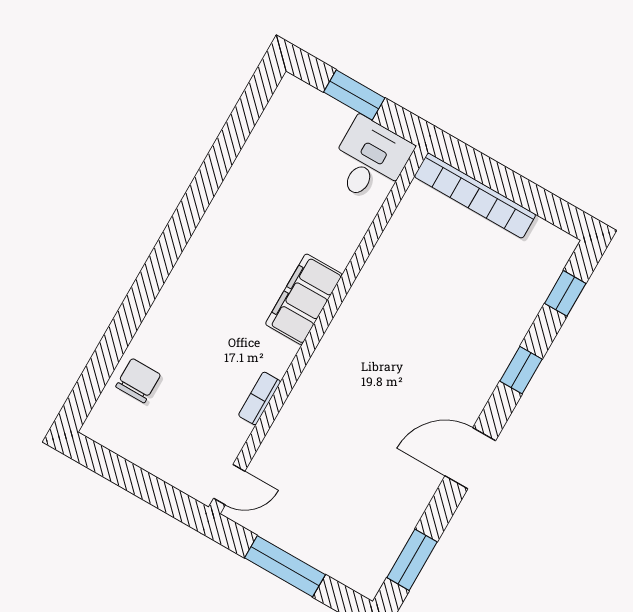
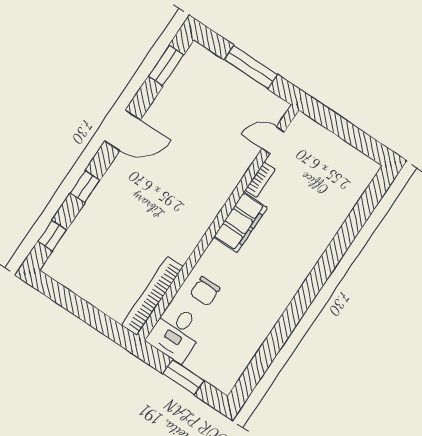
bookcase: (475, 196) -> (152, 296), moved, turned -90
filing cabinet: (304, 299) -> (240, 222), moved
chair: (138, 381) -> (205, 291), moved
door: (229, 485) -> (273, 140), moved

